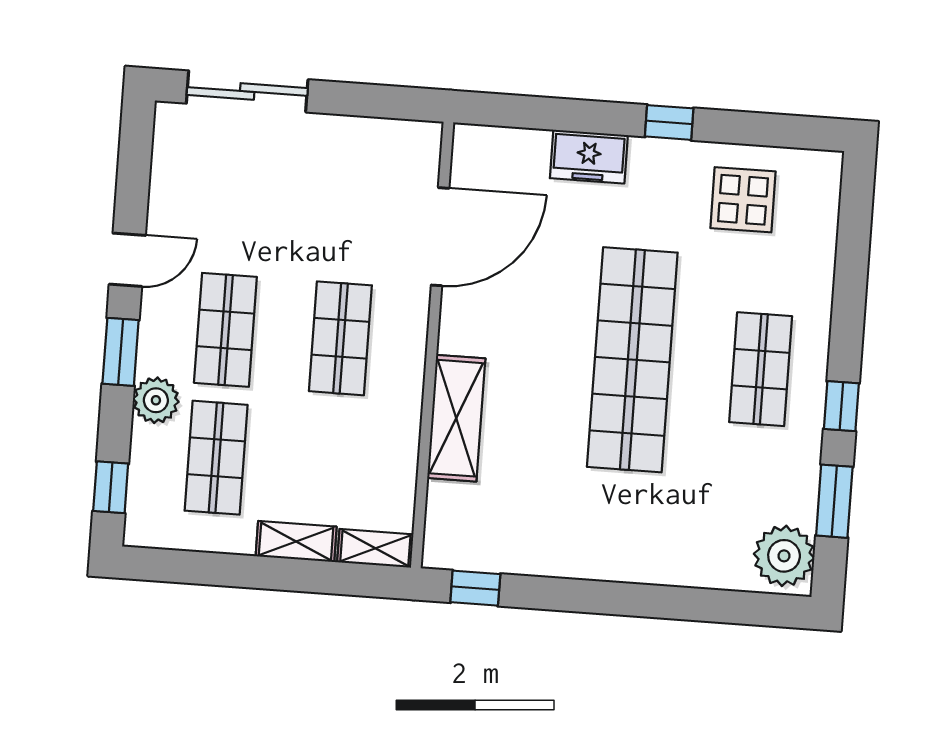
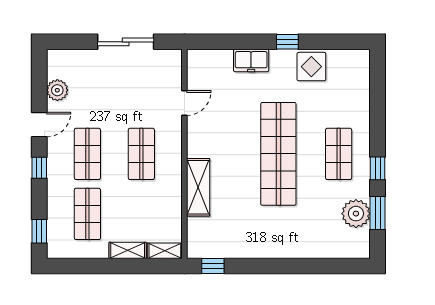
sliding door: (247, 91) -> (126, 42), moved
display table: (743, 200) -> (311, 67), moved
door: (440, 237) -> (184, 103), width x0.53
window: (121, 352) -> (39, 168), width x0.67
plant: (156, 400) -> (57, 90), moved
plant: (784, 556) -> (356, 214), moved

